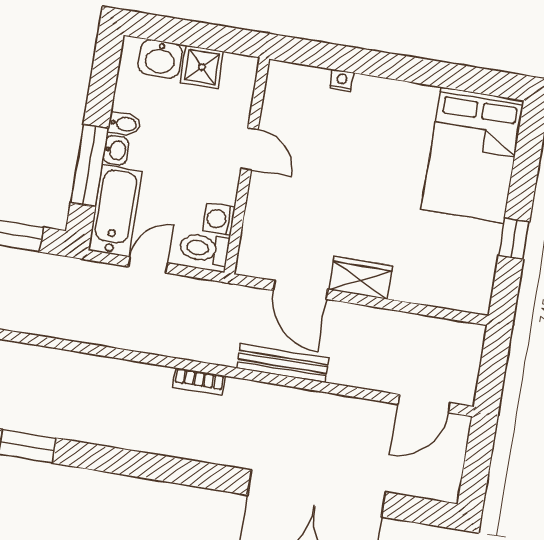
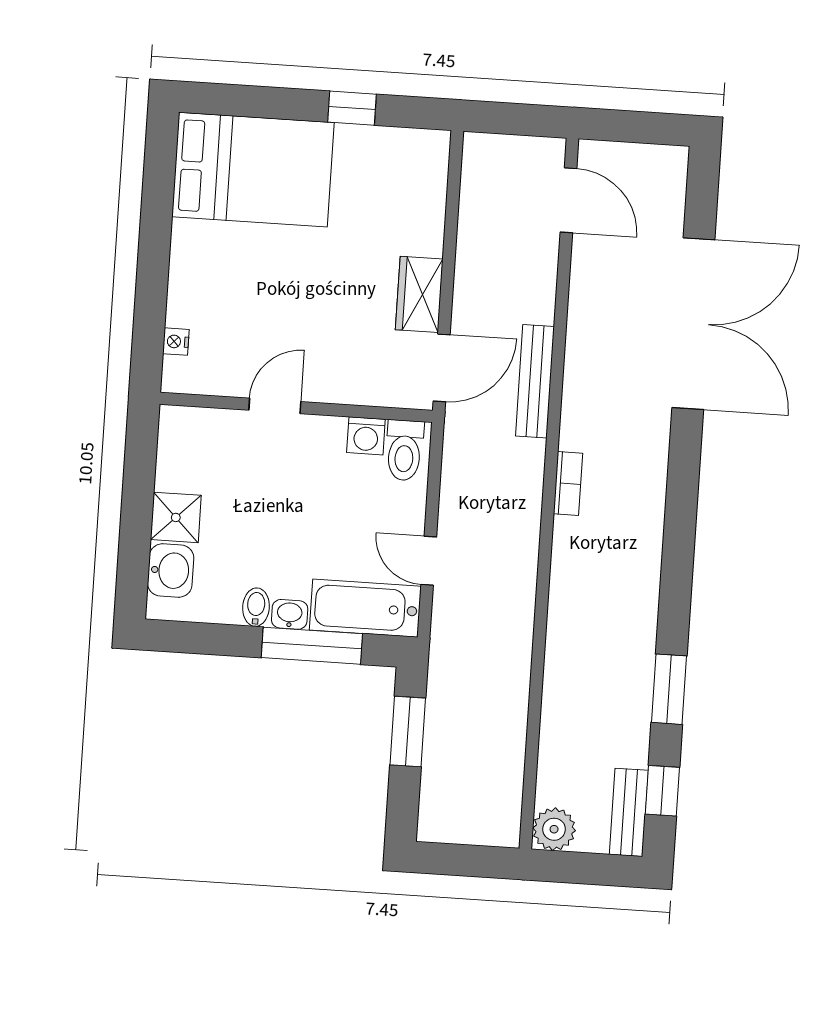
door: (250, 149) -> (275, 406), moved
wall: (247, 166) -> (296, 407), moved
washing machine: (219, 219) -> (366, 436), moved
toilet: (204, 249) -> (404, 450), moved

